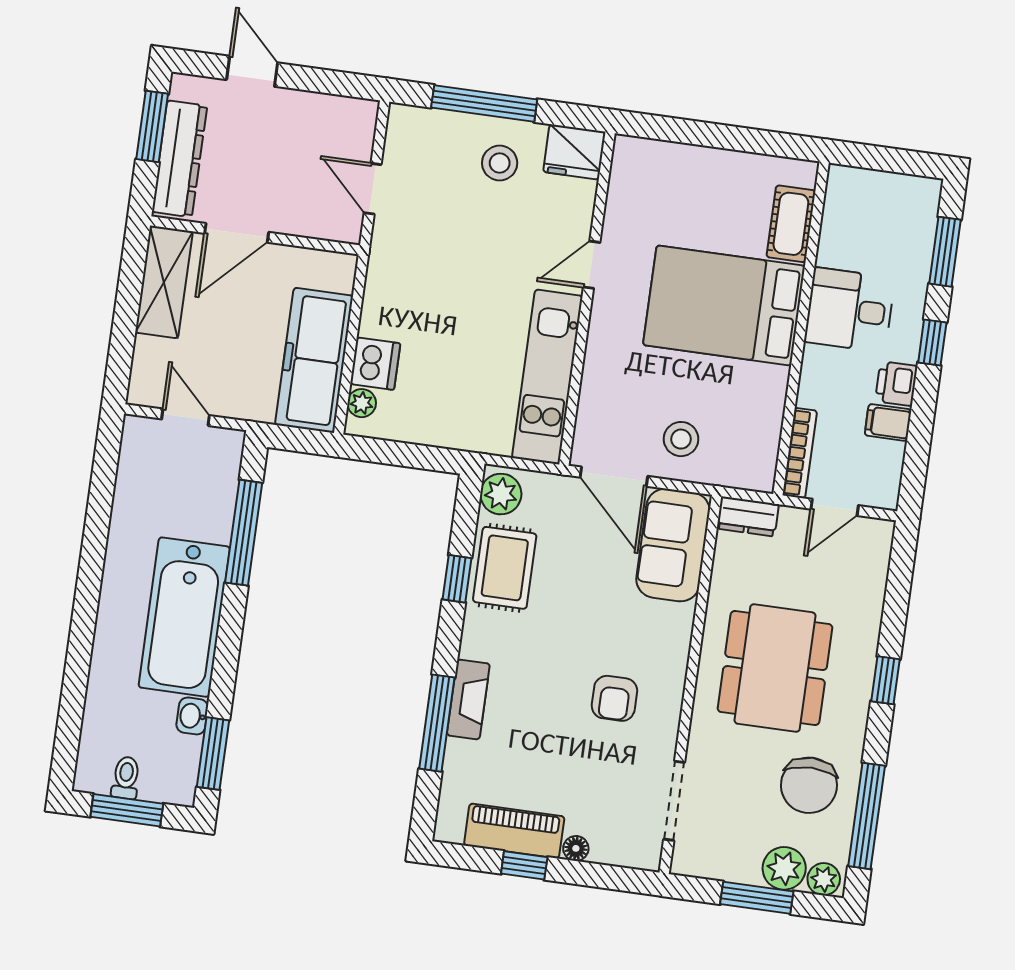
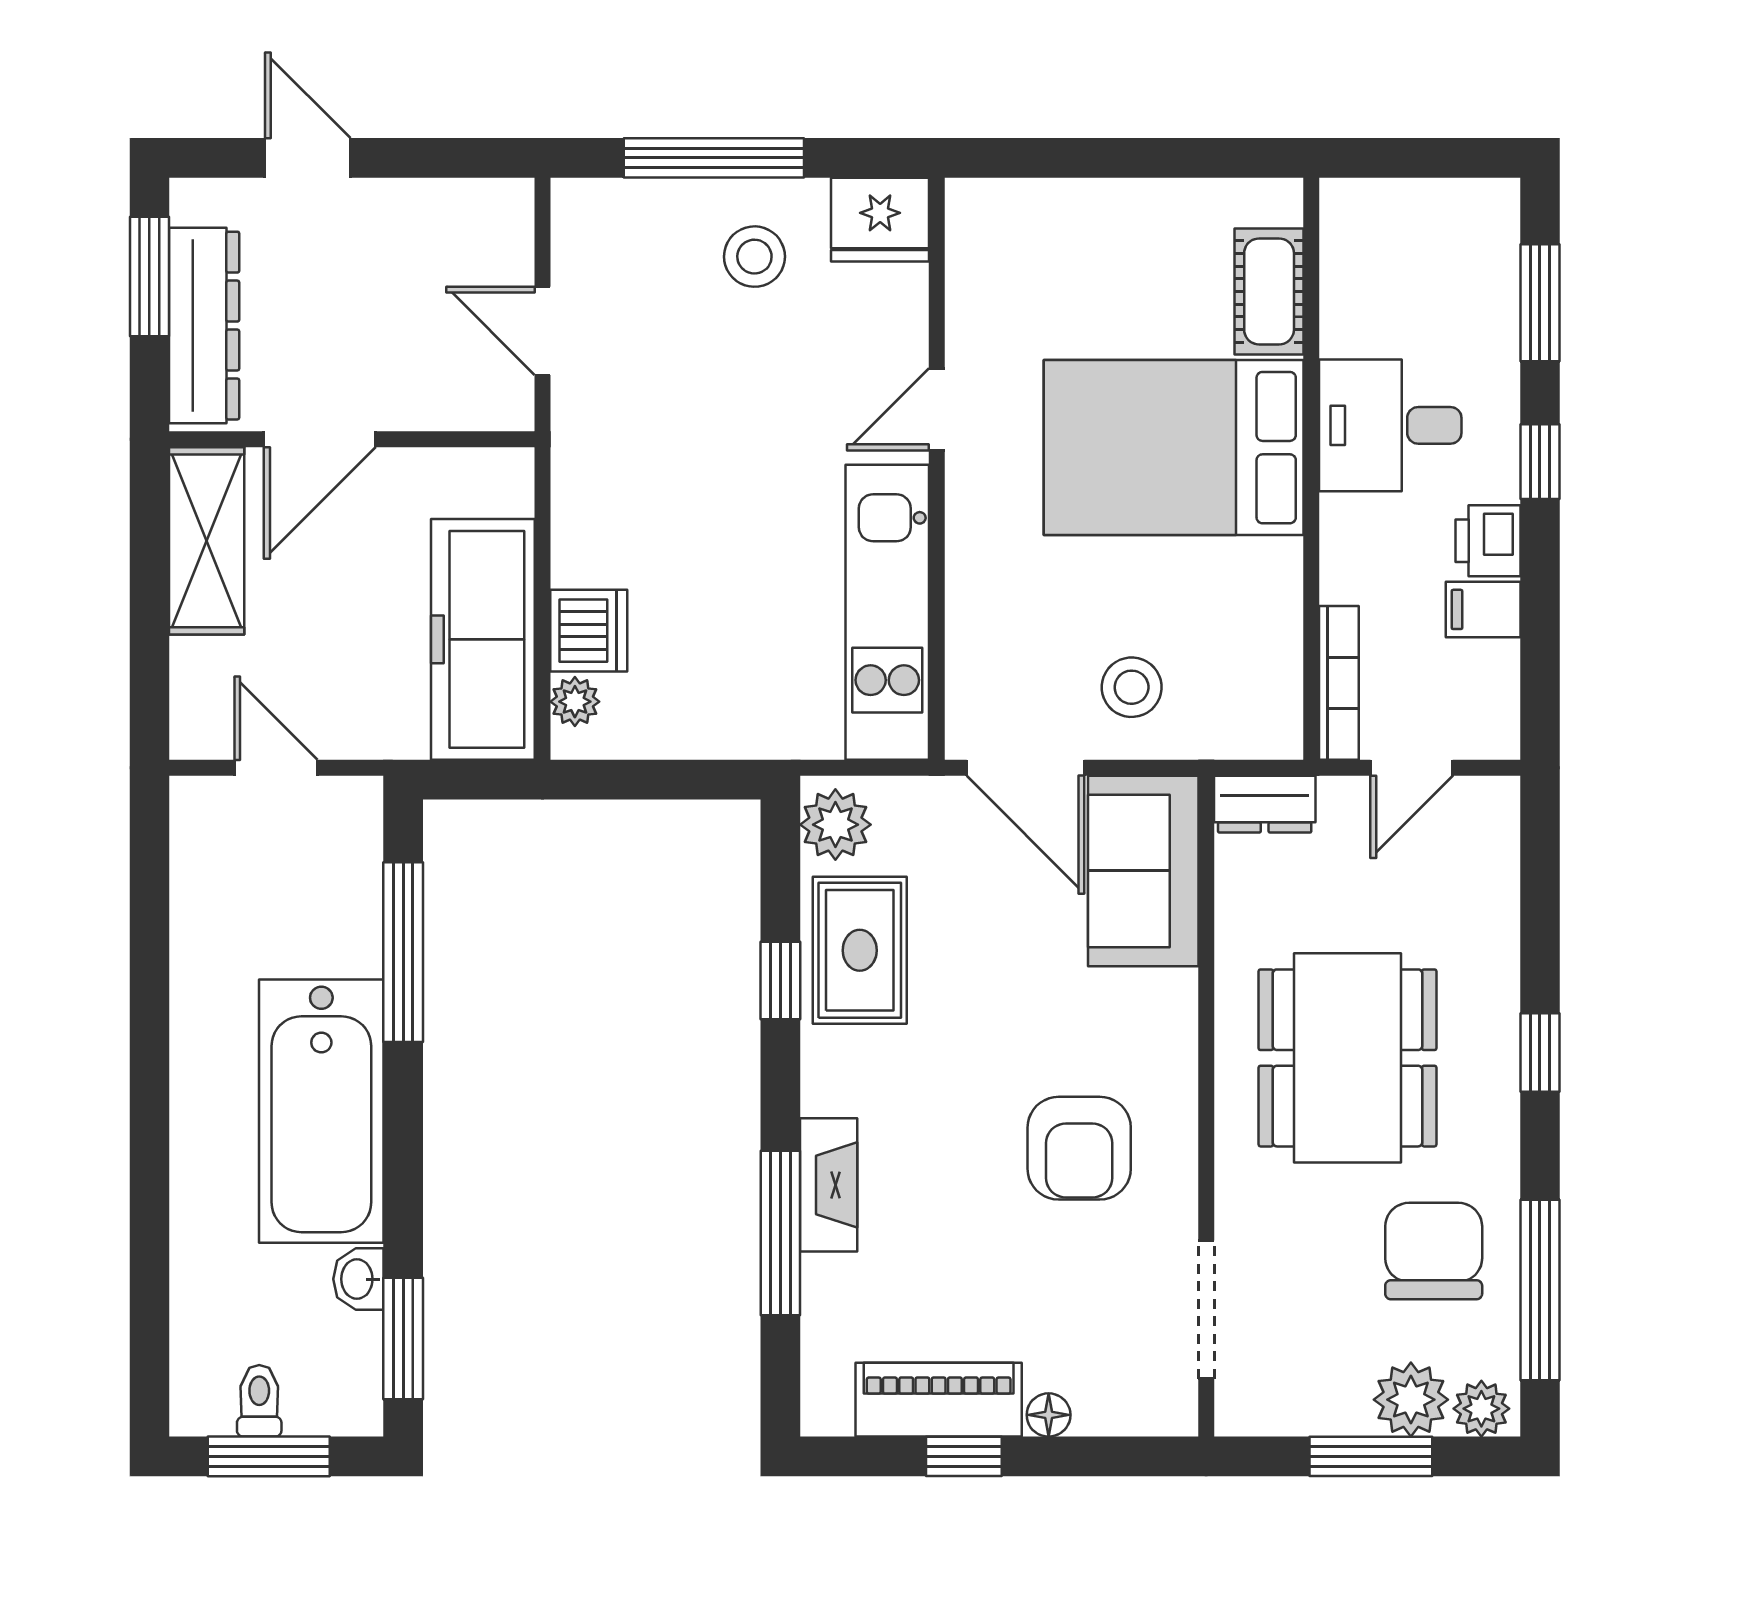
armchair: (614, 698) -> (1079, 1148), width x1.38, depth x1.38
chair: (809, 785) -> (1434, 1251), turned 180

